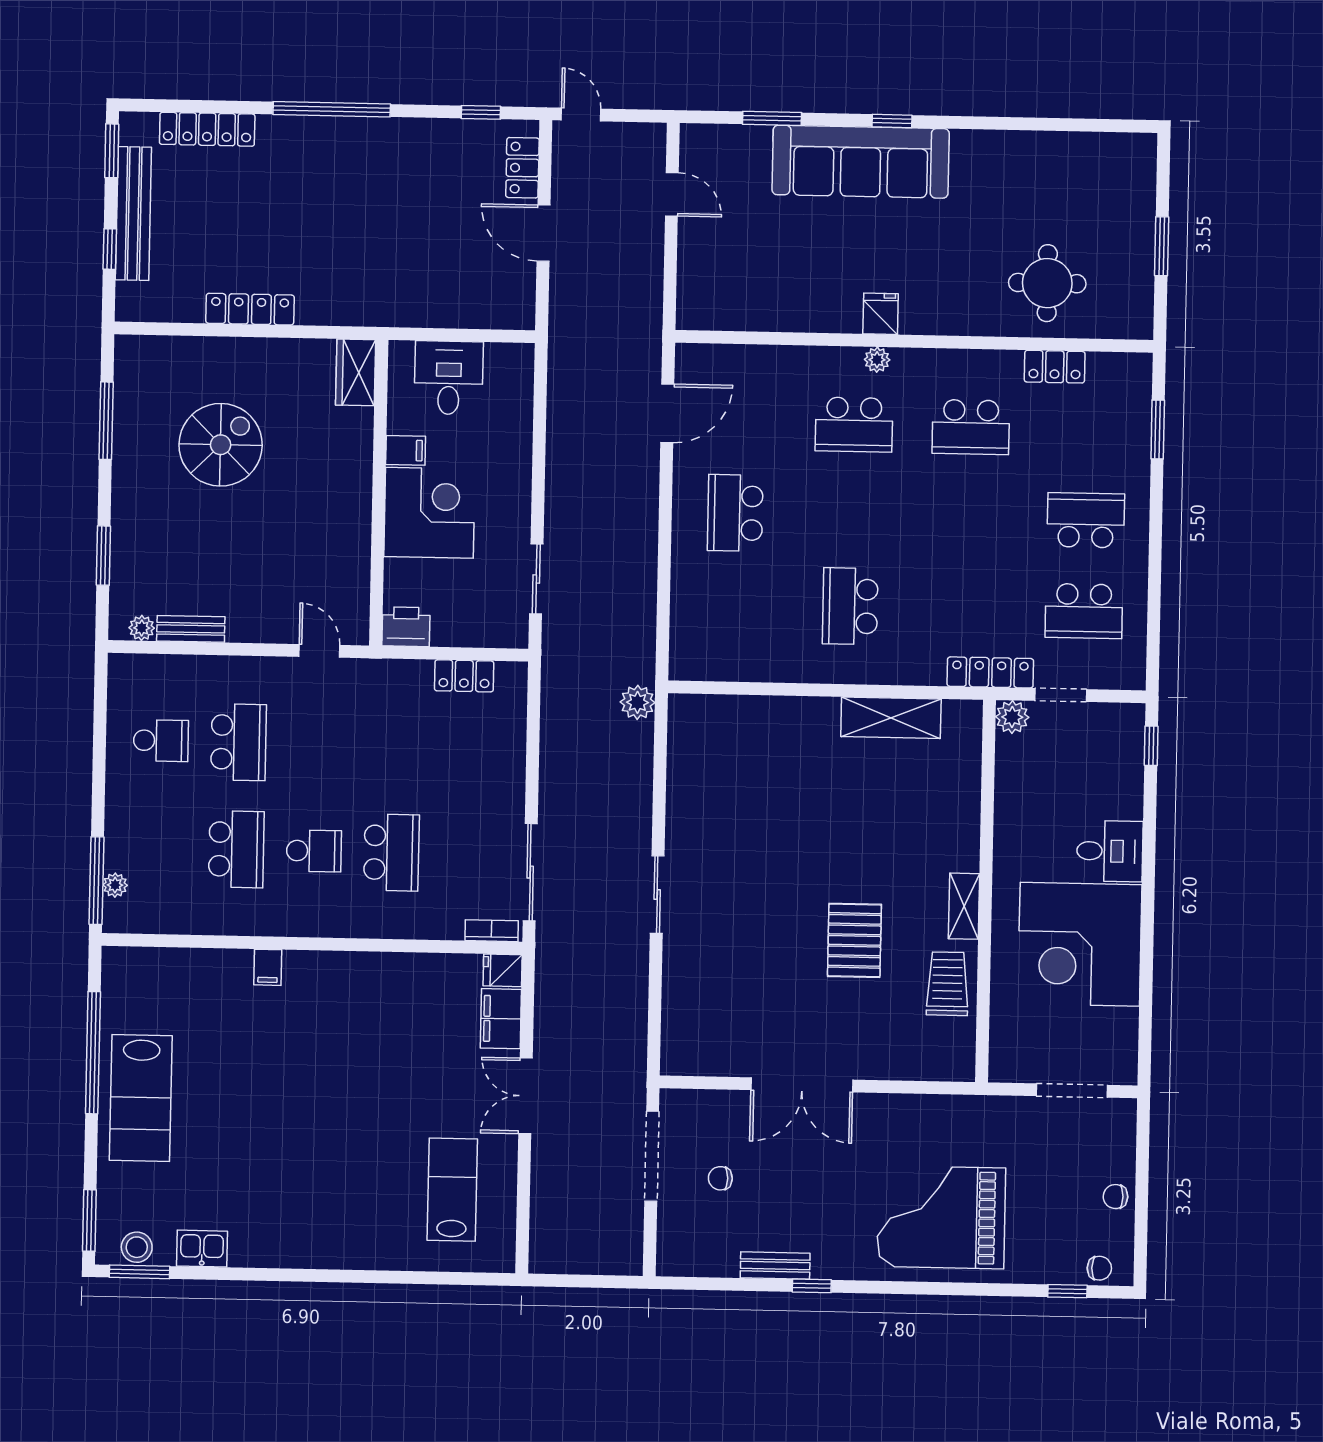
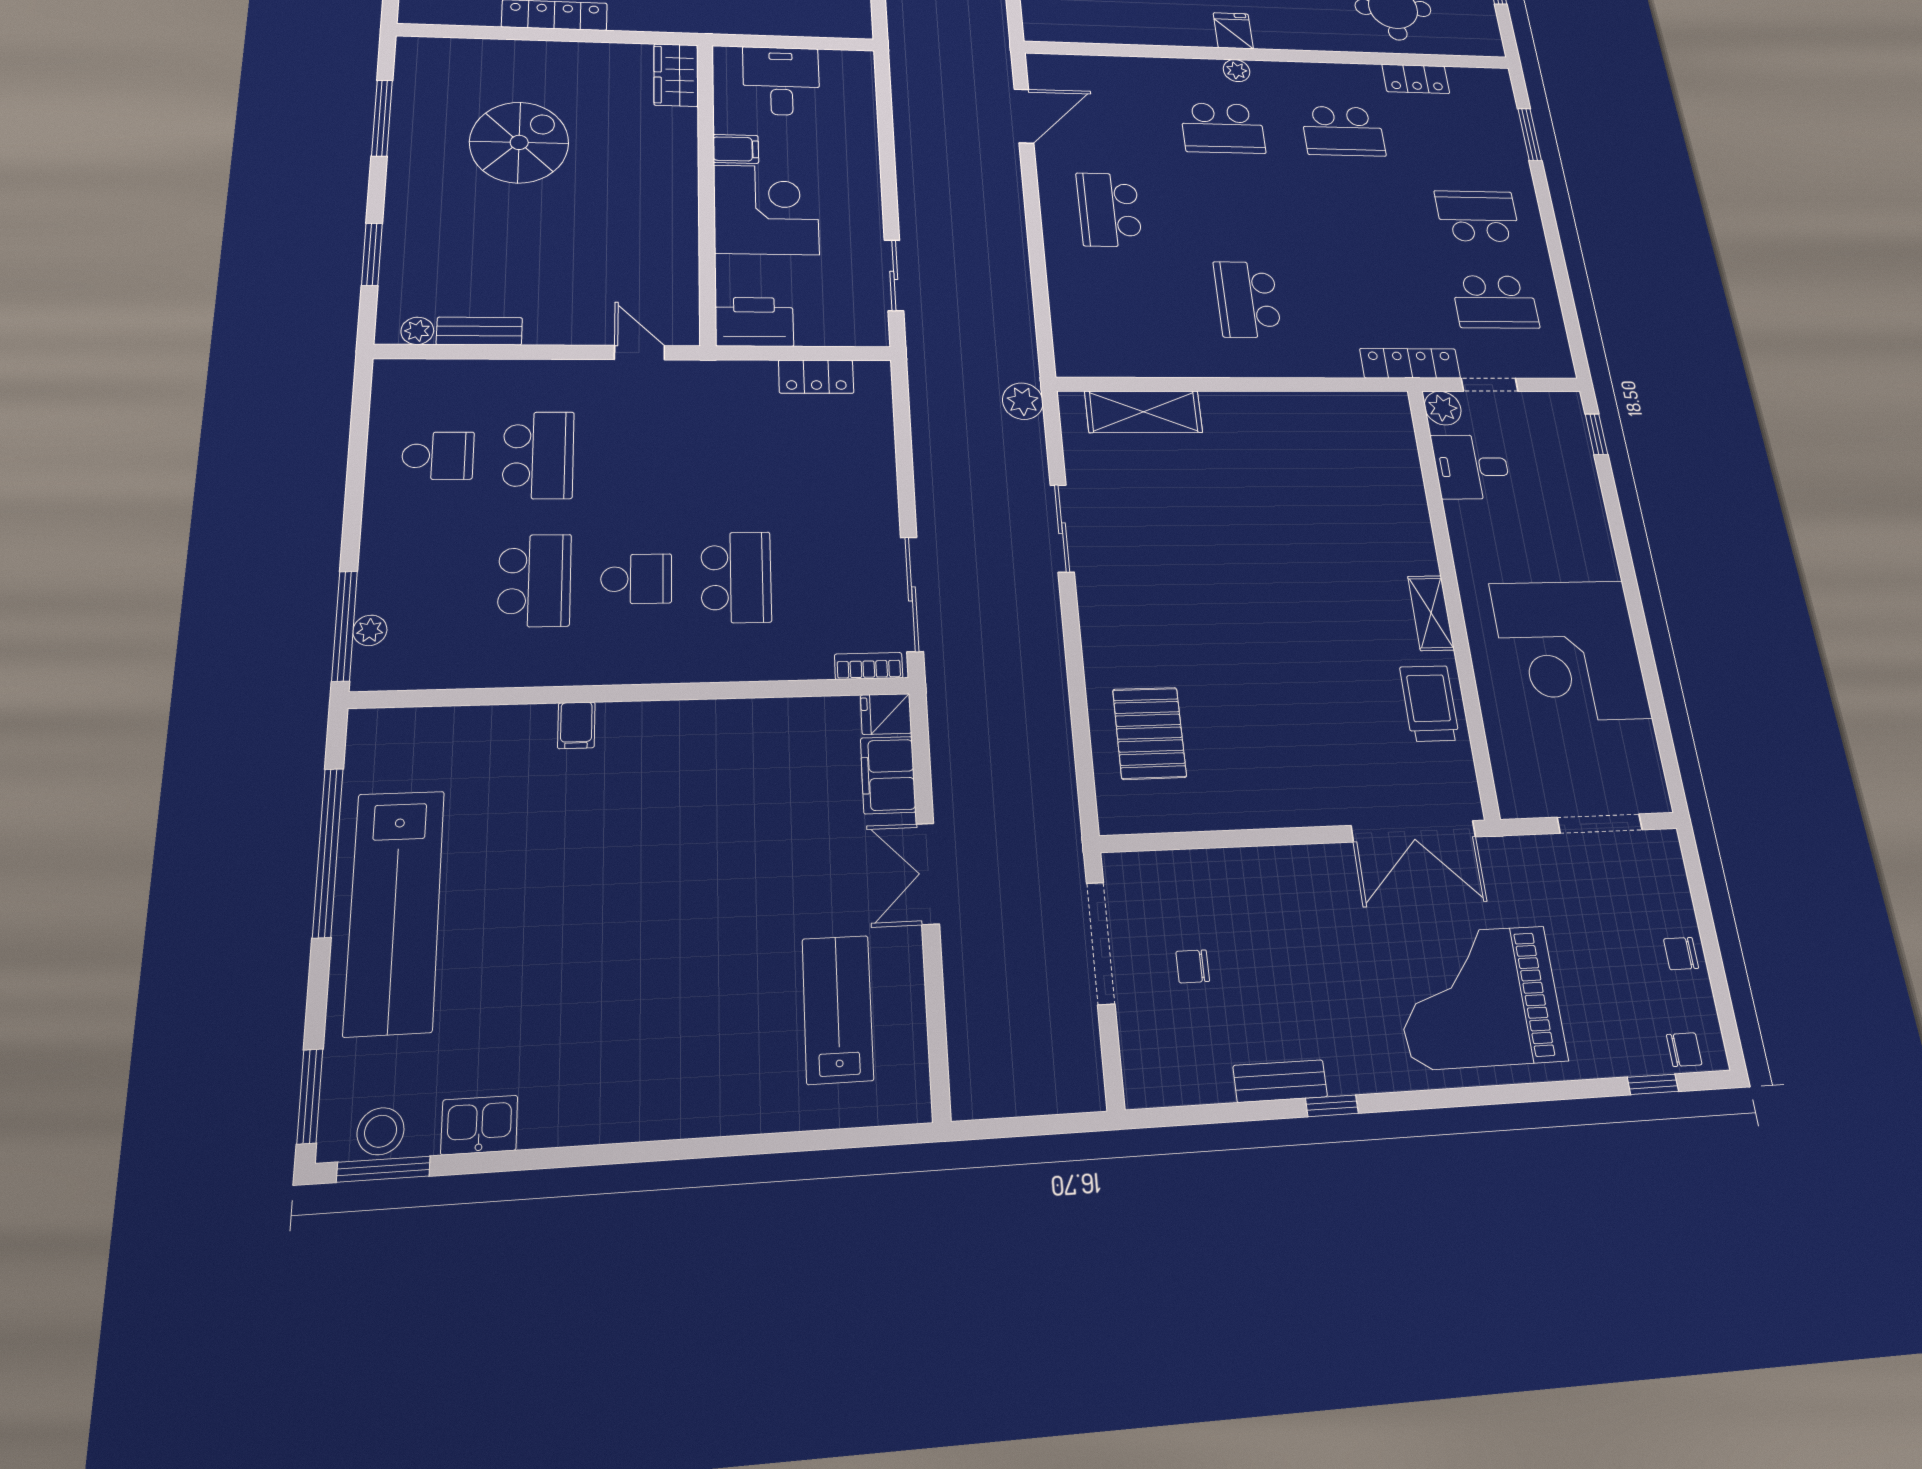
printer: (406, 627) -> (754, 322), width x1.37, depth x1.19
shelving: (891, 718) -> (1144, 412), moved
desk: (1110, 851) -> (1471, 467), moved, turned 180
sliding door: (657, 895) -> (1062, 528), moved
pallet: (854, 940) -> (1149, 733), moved
double door: (802, 1085) -> (1414, 831), moved
lab bench: (141, 1098) -> (395, 911), width x1.36

